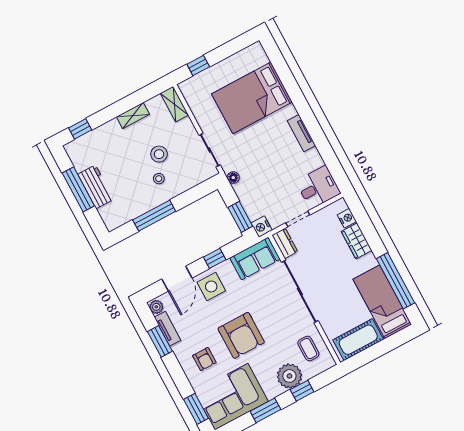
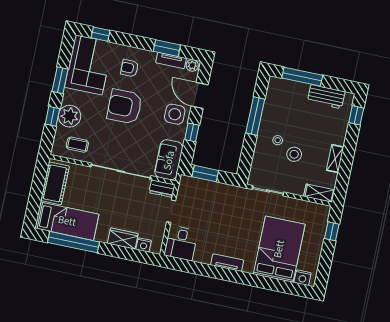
floor lamp: (233, 178) -> (236, 191), removed
workbench: (96, 187) -> (326, 97), moved
window: (78, 189) -> (302, 77), moved
nightstand: (262, 227) -> (303, 278), moved, turned 180
window: (196, 409) -> (101, 34), width x0.67

